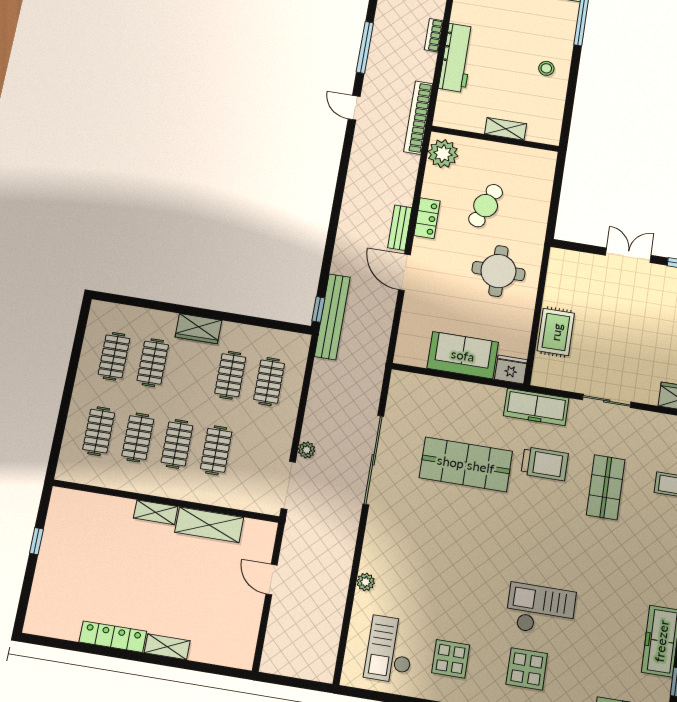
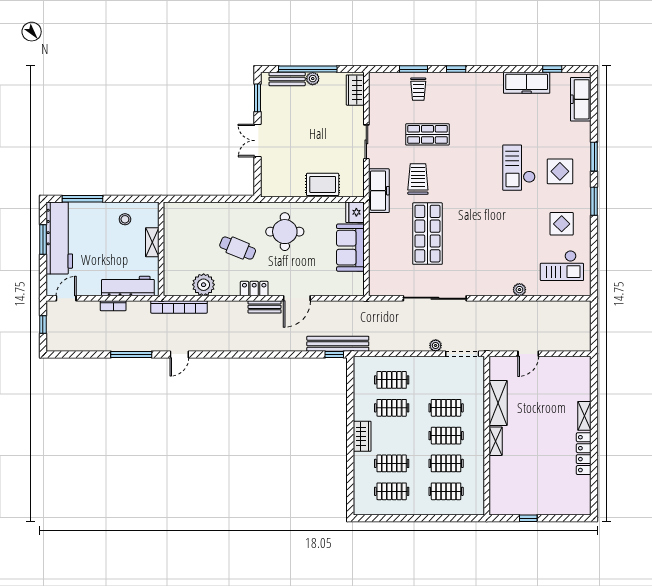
shelving: (506, 129) -> (152, 242), moved
wall: (495, 139) -> (161, 249), moved

